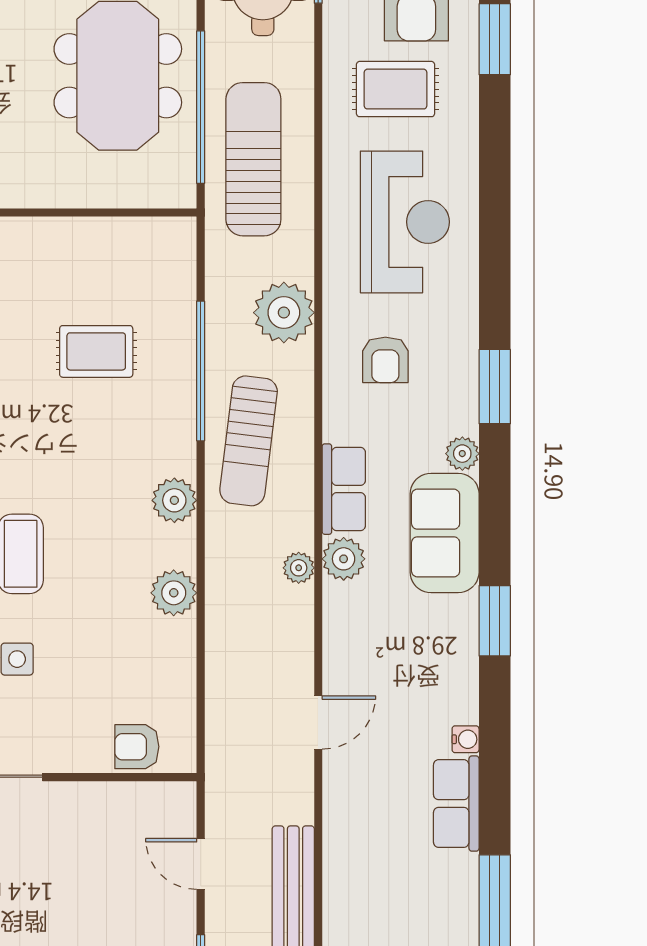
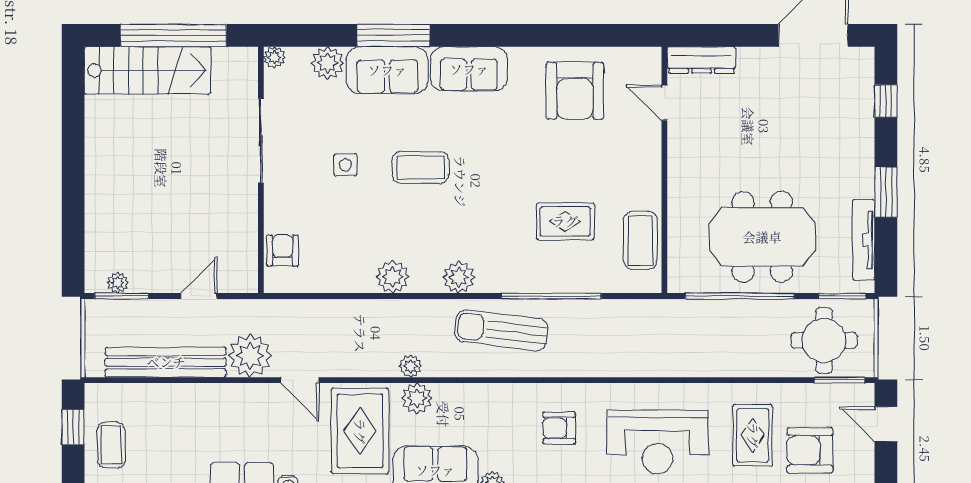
sun lounger: (253, 159) -> (703, 334), removed
coffee table: (123, 246) -> (640, 240), added
plant: (284, 313) -> (250, 356), moved
rug: (96, 351) -> (565, 221), turned 90
row of seats: (344, 489) -> (467, 398), removed
rug: (389, 638) -> (360, 431), added

